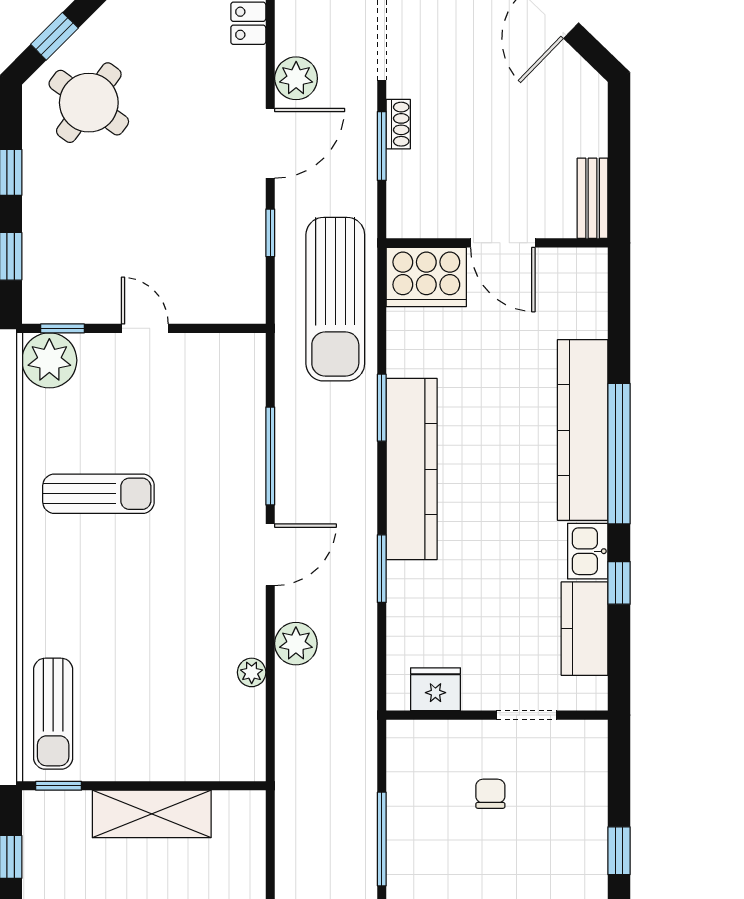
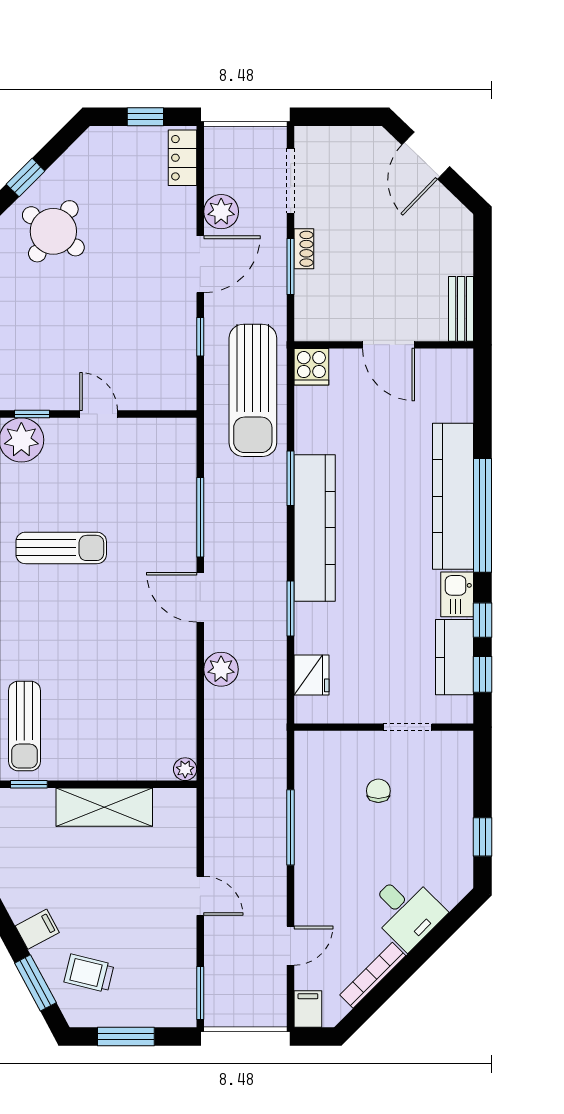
cooker: (426, 277) -> (311, 367), width x0.53, depth x0.76
door: (270, 555) -> (200, 597), swing flipped
window: (619, 650) -> (483, 674), added
plant: (252, 672) -> (185, 769), moved
fridge: (435, 689) -> (311, 675), moved, turned 90

